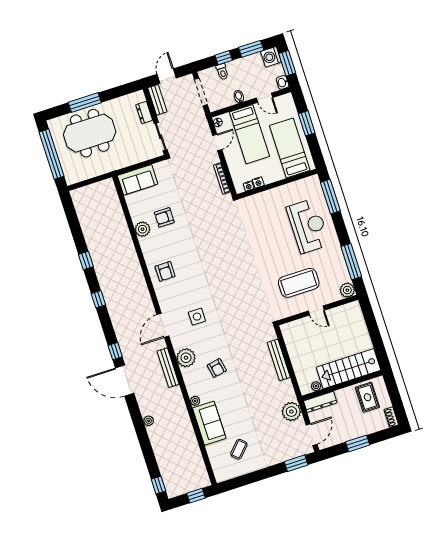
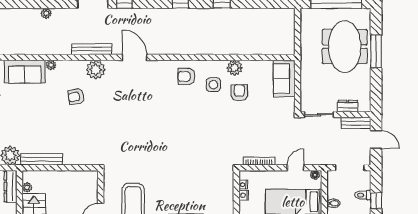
door: (217, 142) -> (296, 168), swing flipped
side table: (197, 317) -> (213, 85), moved
bench: (279, 360) -> (42, 159), moved

